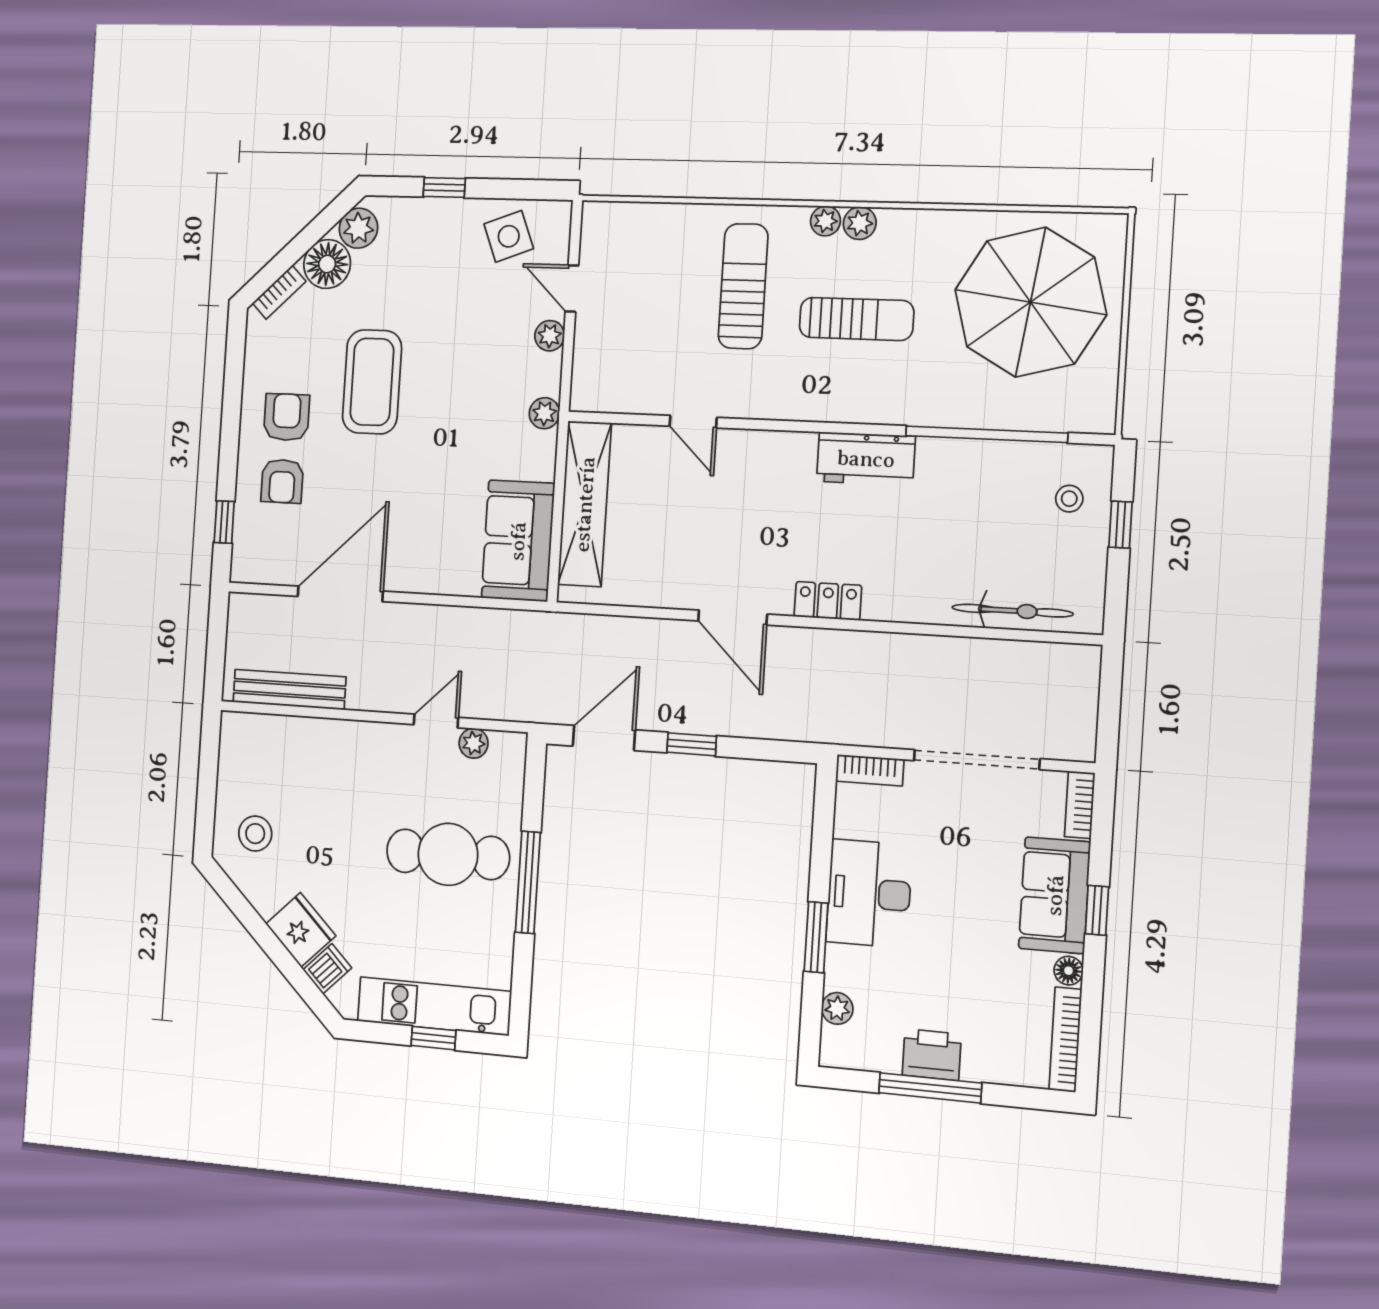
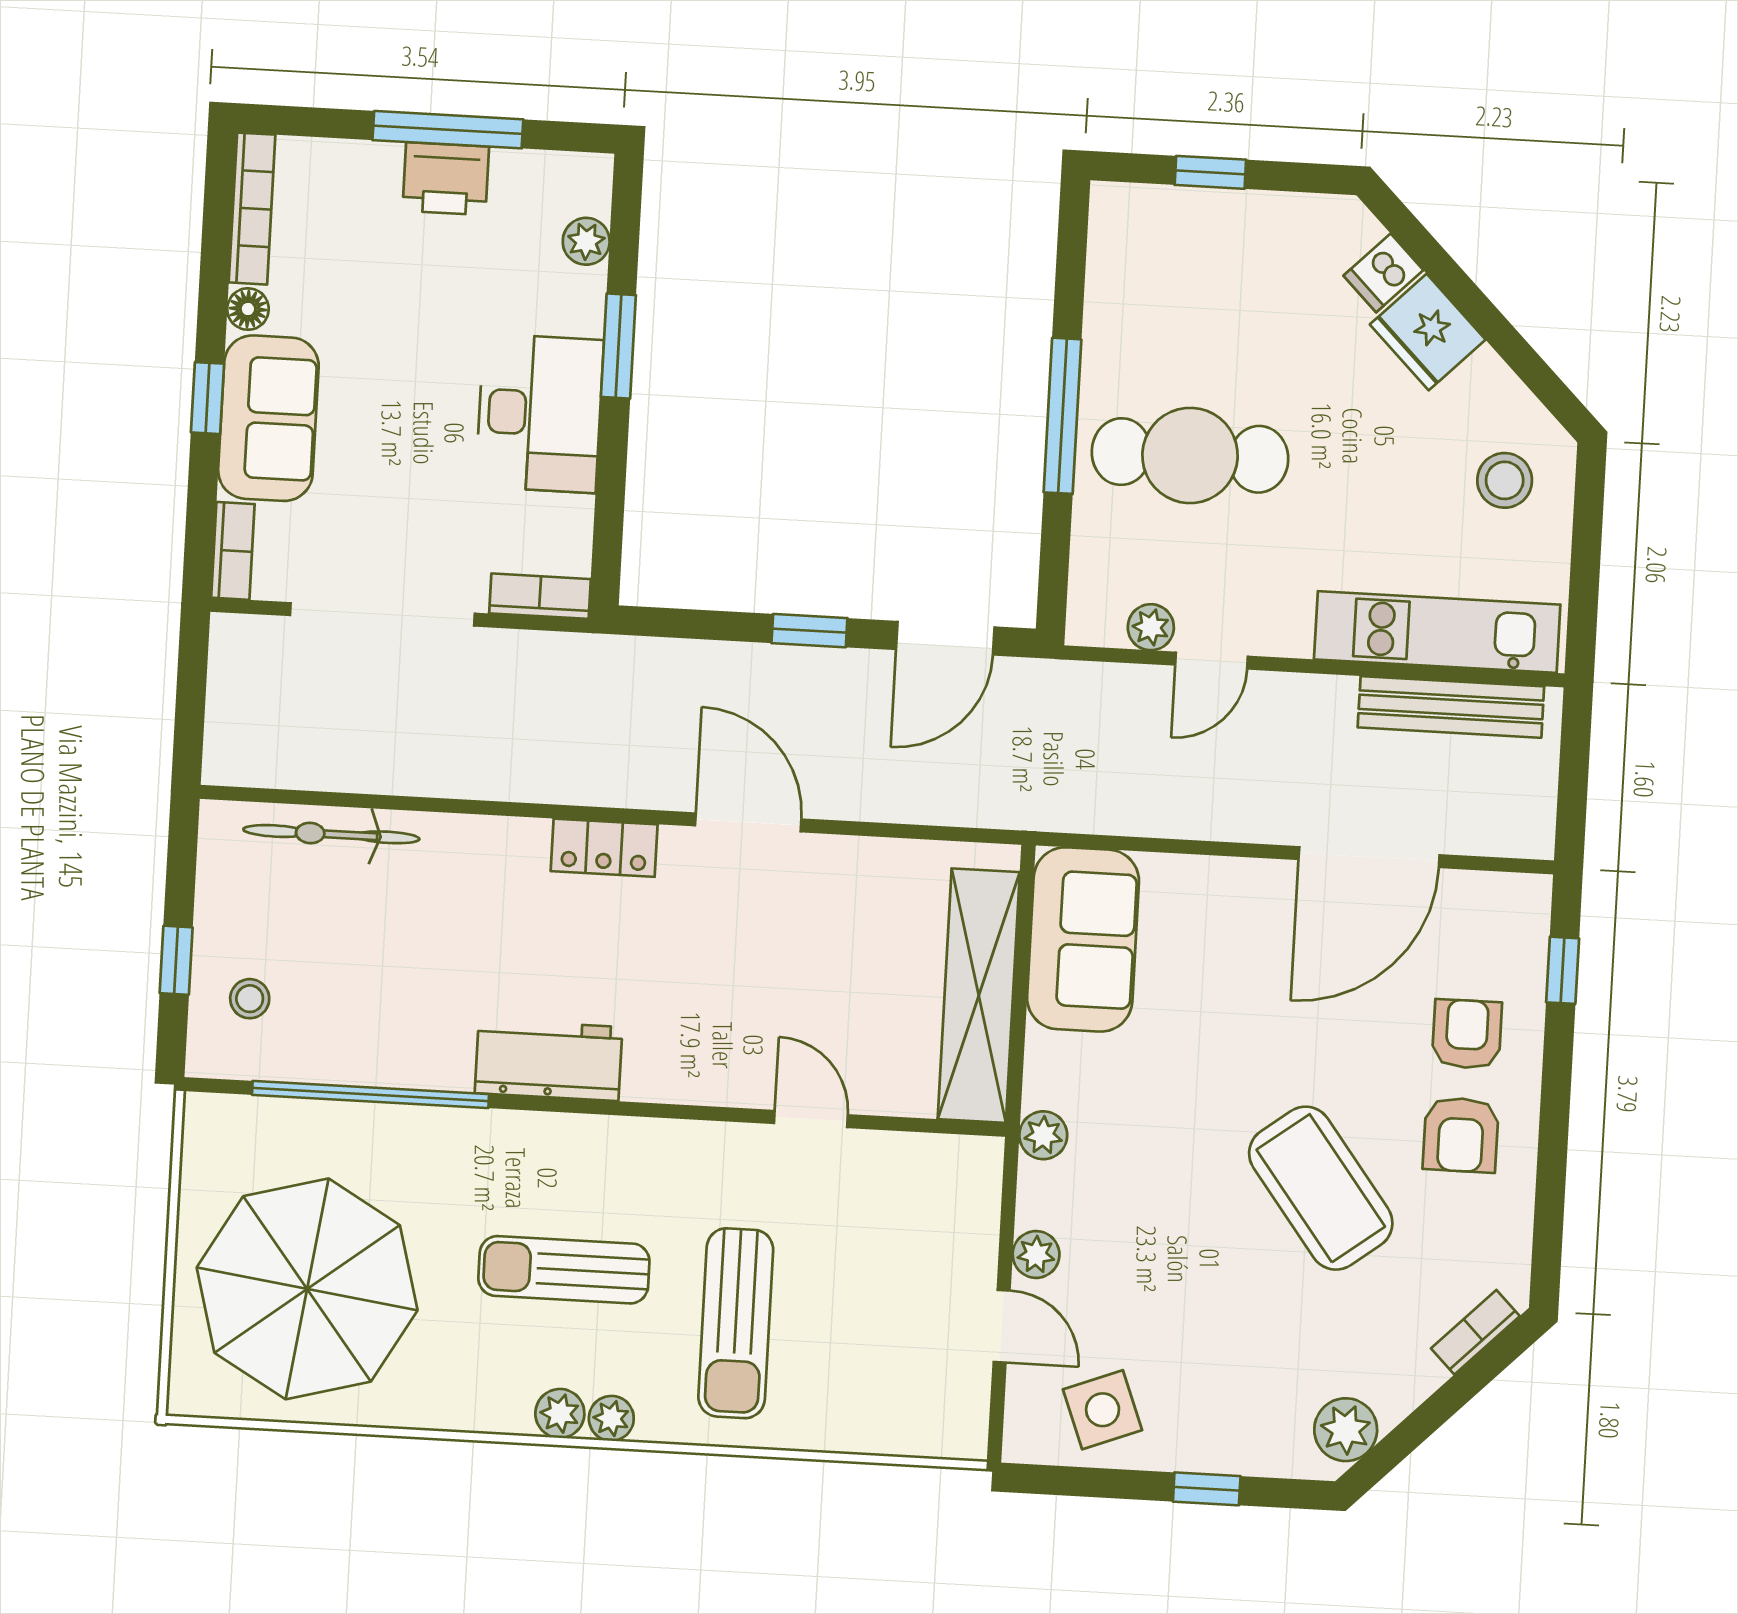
floor lamp: (327, 264) -> (1397, 1375), removed
coffee table: (372, 382) -> (1321, 1188), turned -37
kitchen unit: (434, 1006) -> (1437, 632), moved, turned 180

